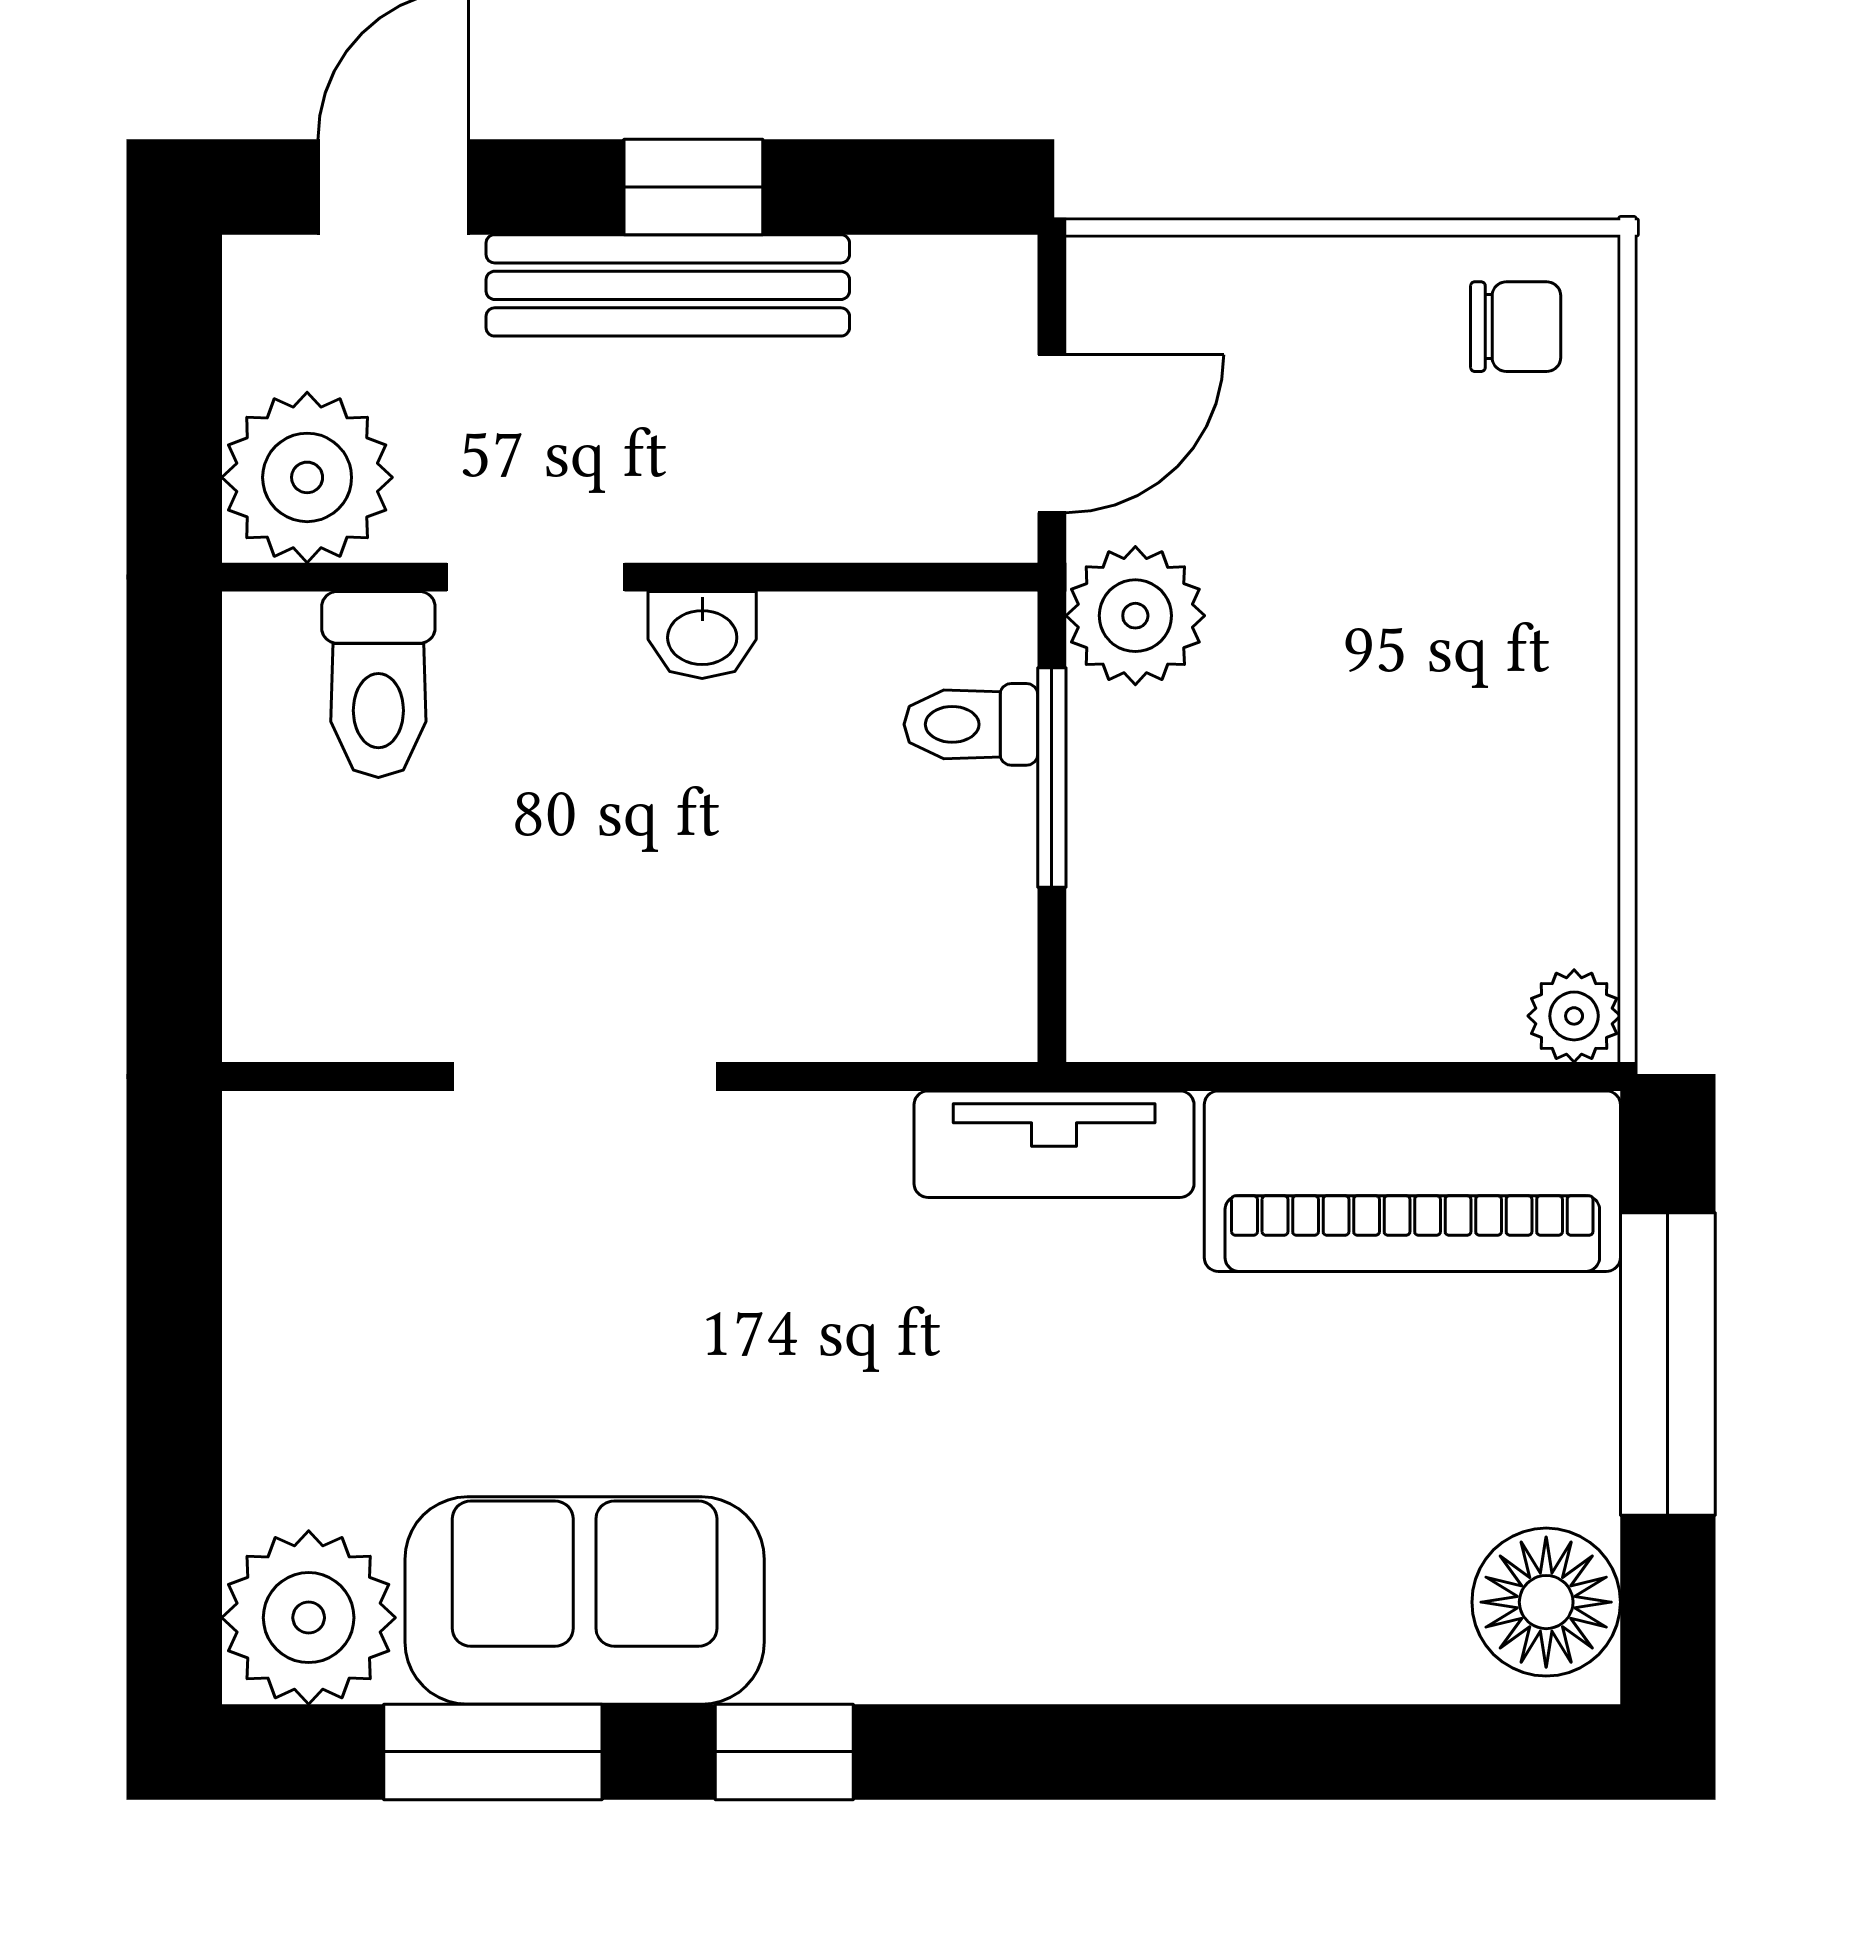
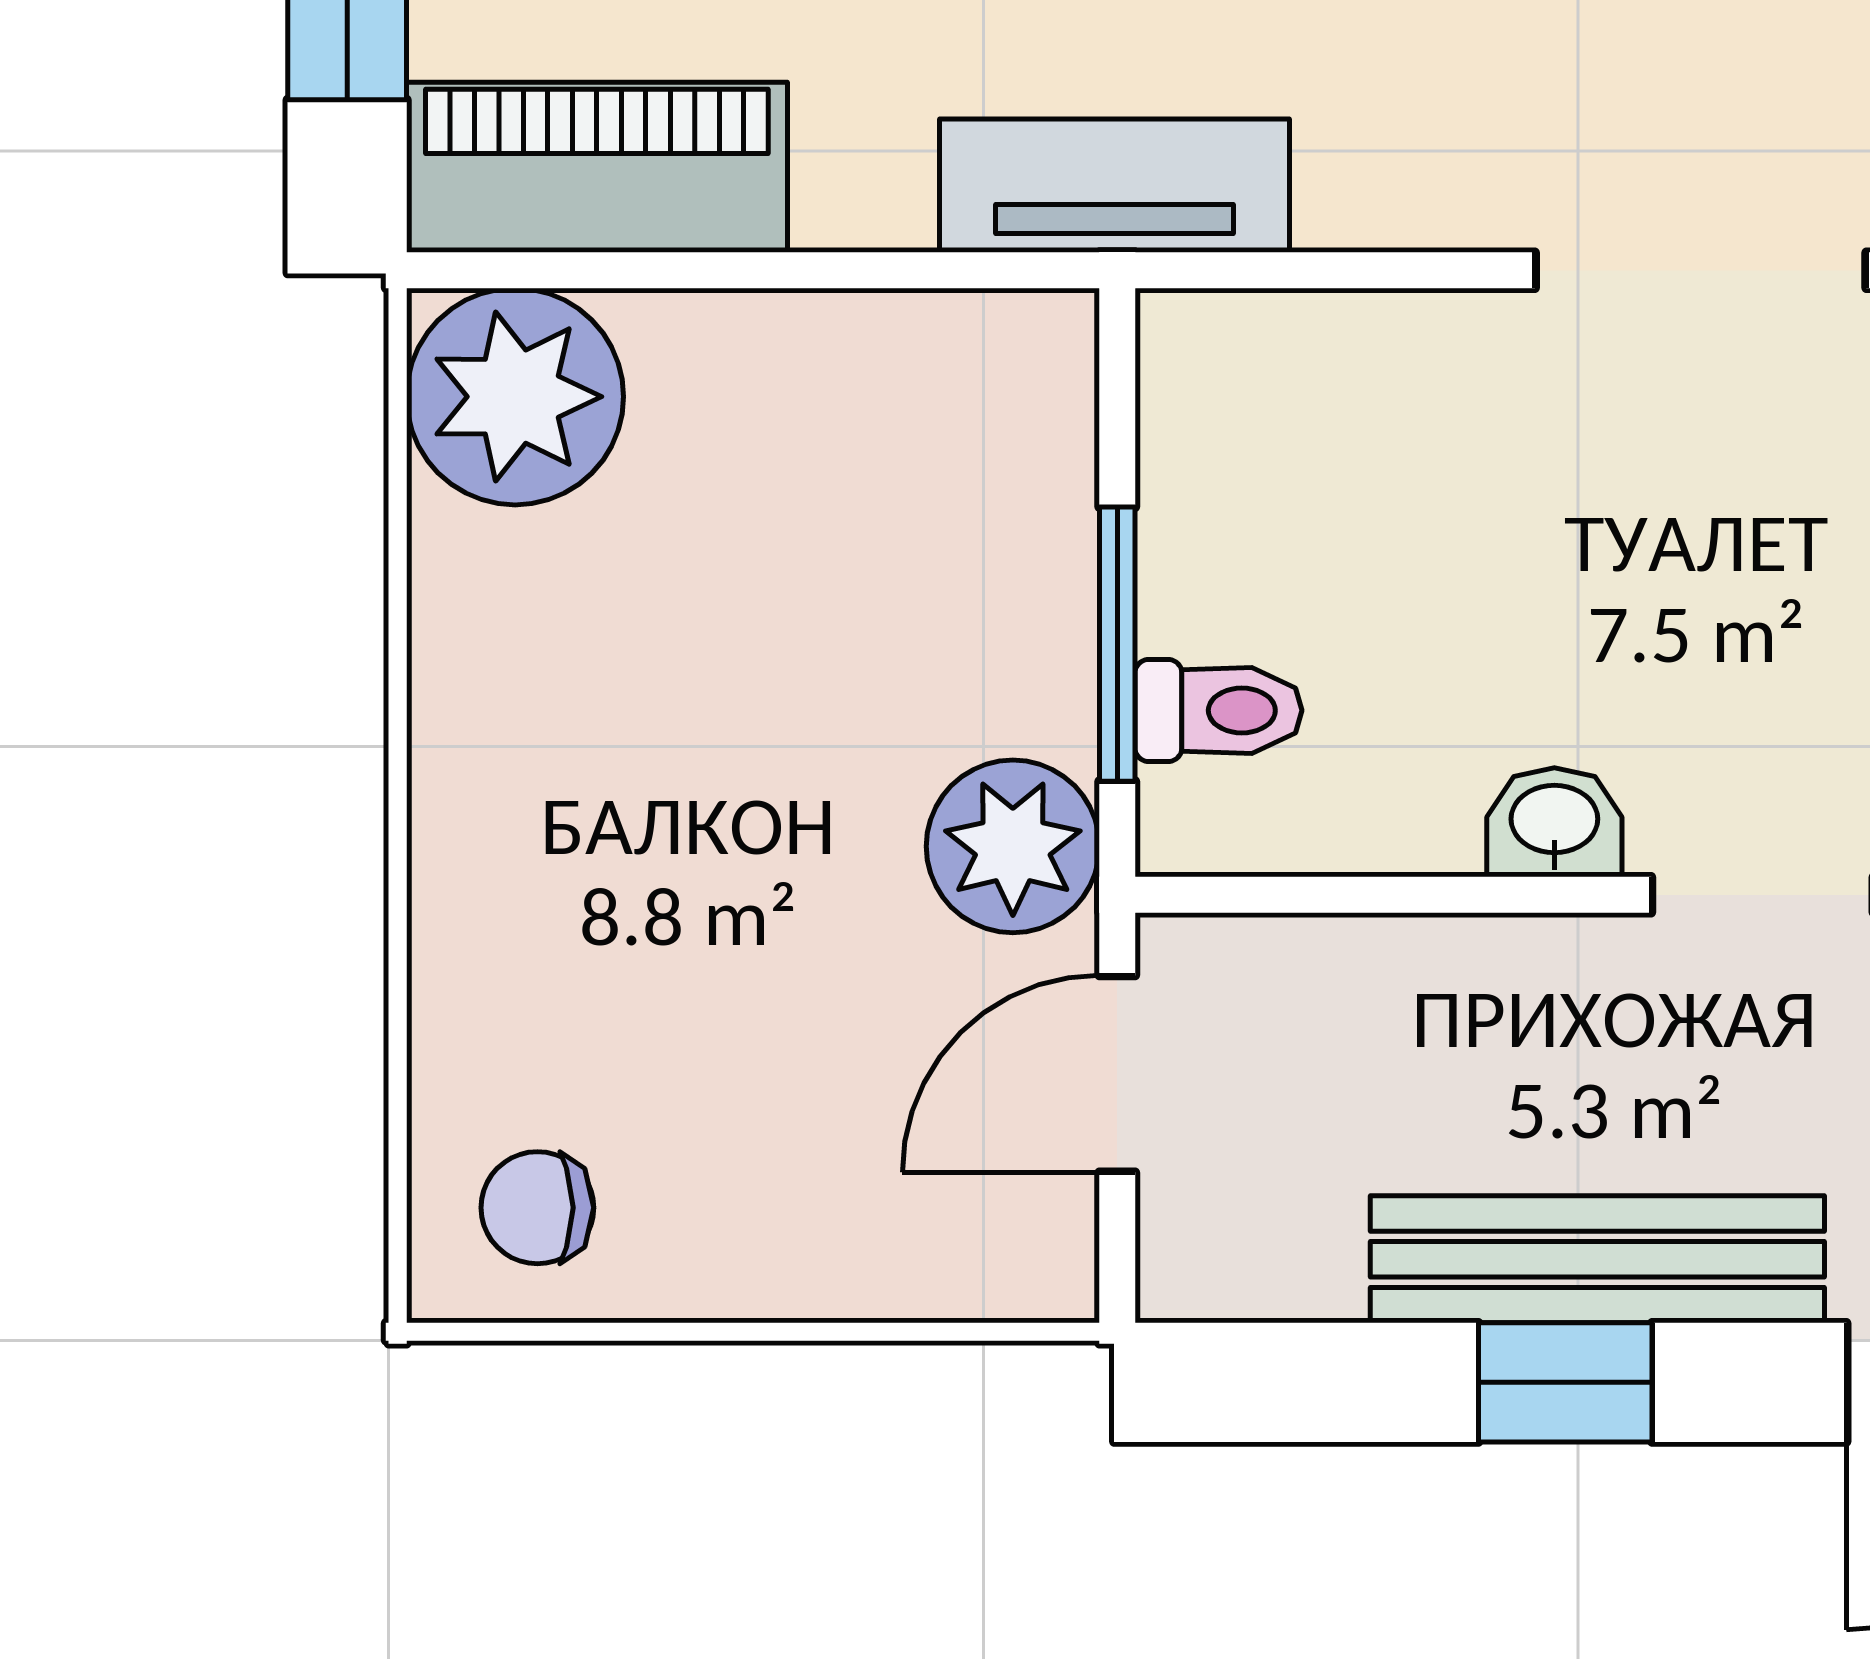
plant: (1574, 1016) -> (515, 397), width x1.87, depth x1.87
piano: (1412, 1181) -> (597, 167), width x0.73, depth x0.75

